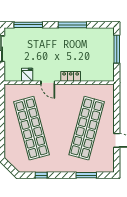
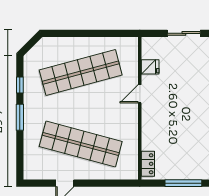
locker: (71, 76) -> (148, 164), moved
window: (86, 175) -> (20, 117), moved

